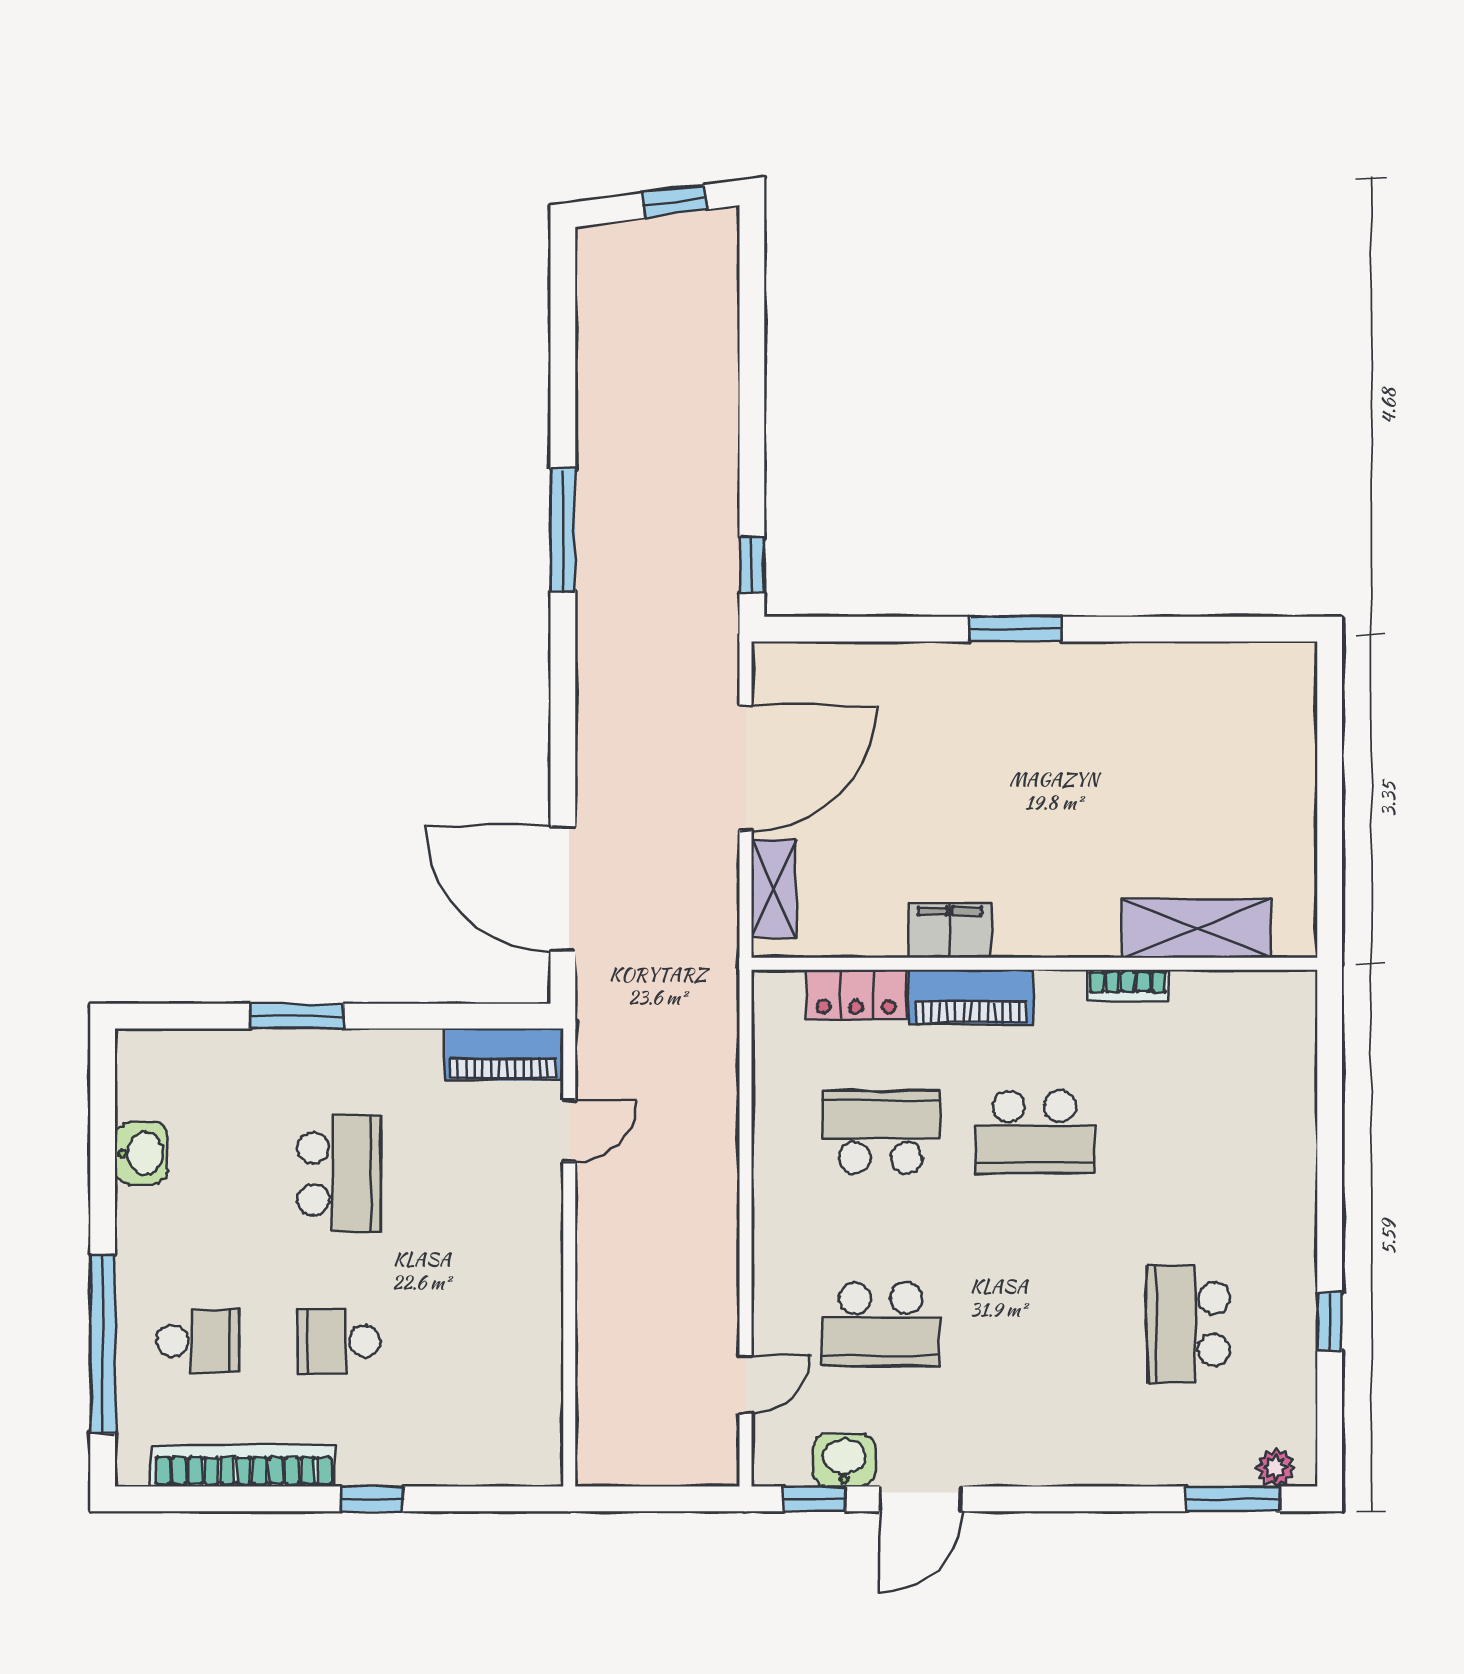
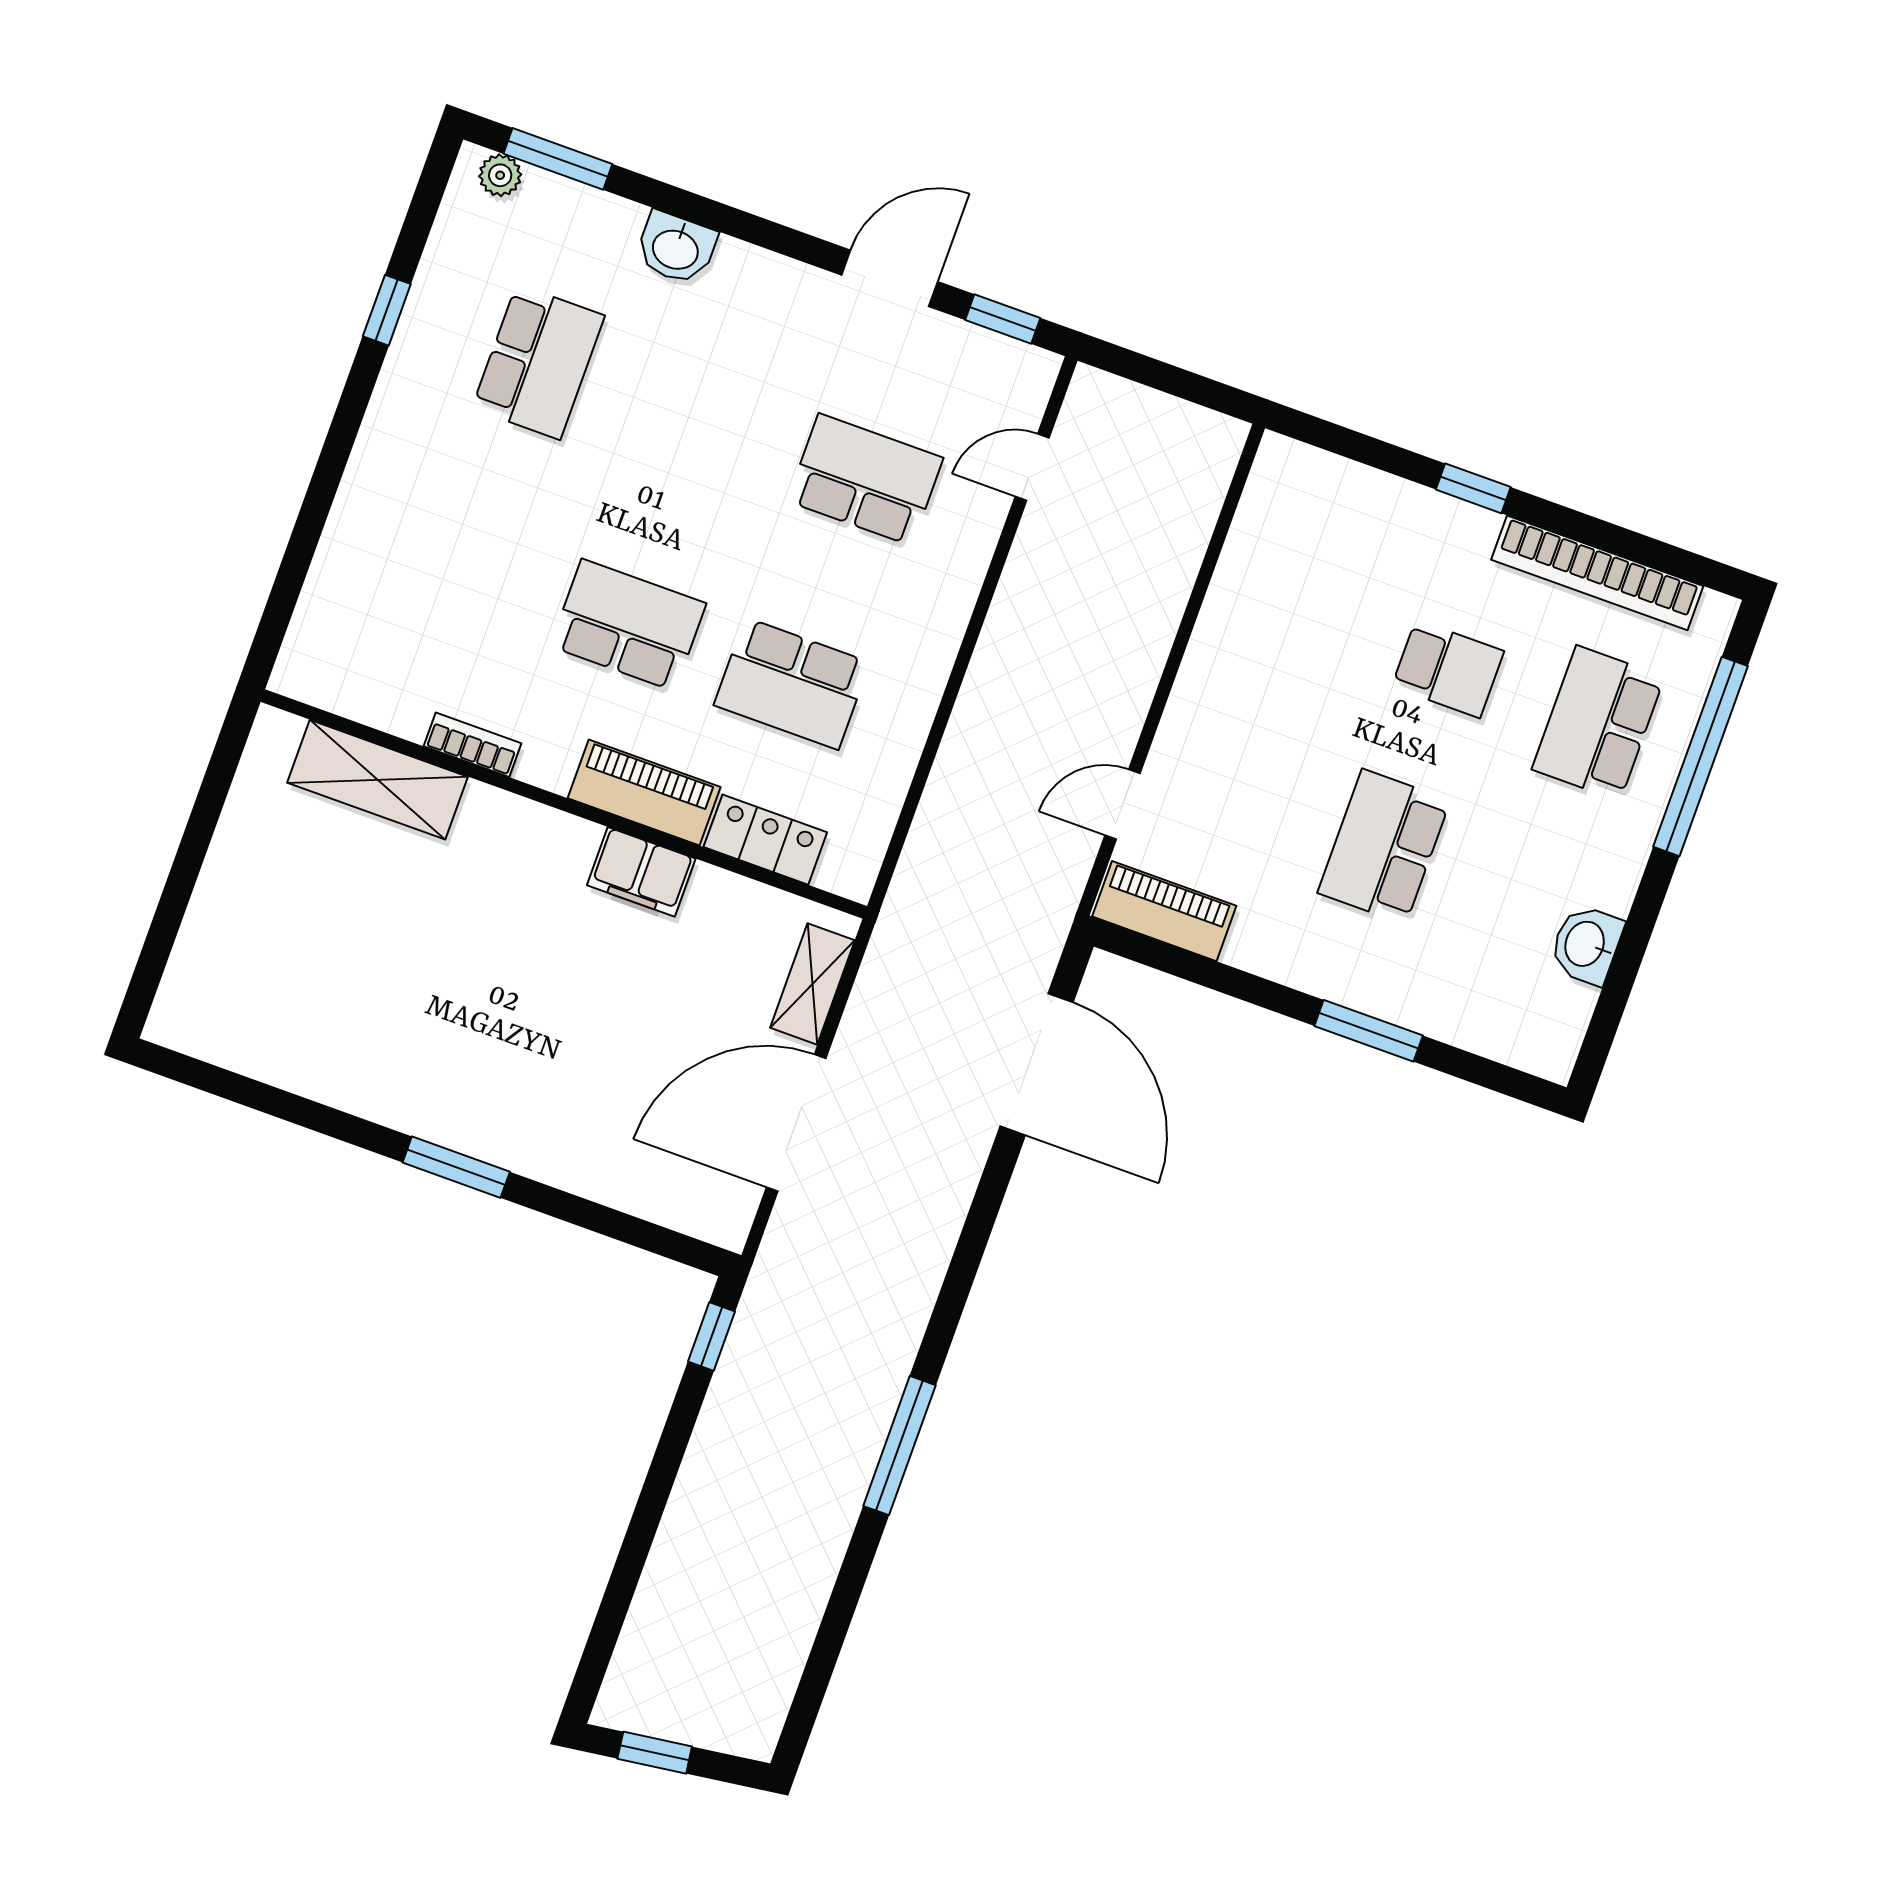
school desk: (198, 1341) -> (1598, 723), width x1.85
washbasin: (844, 1460) -> (676, 248), moved

